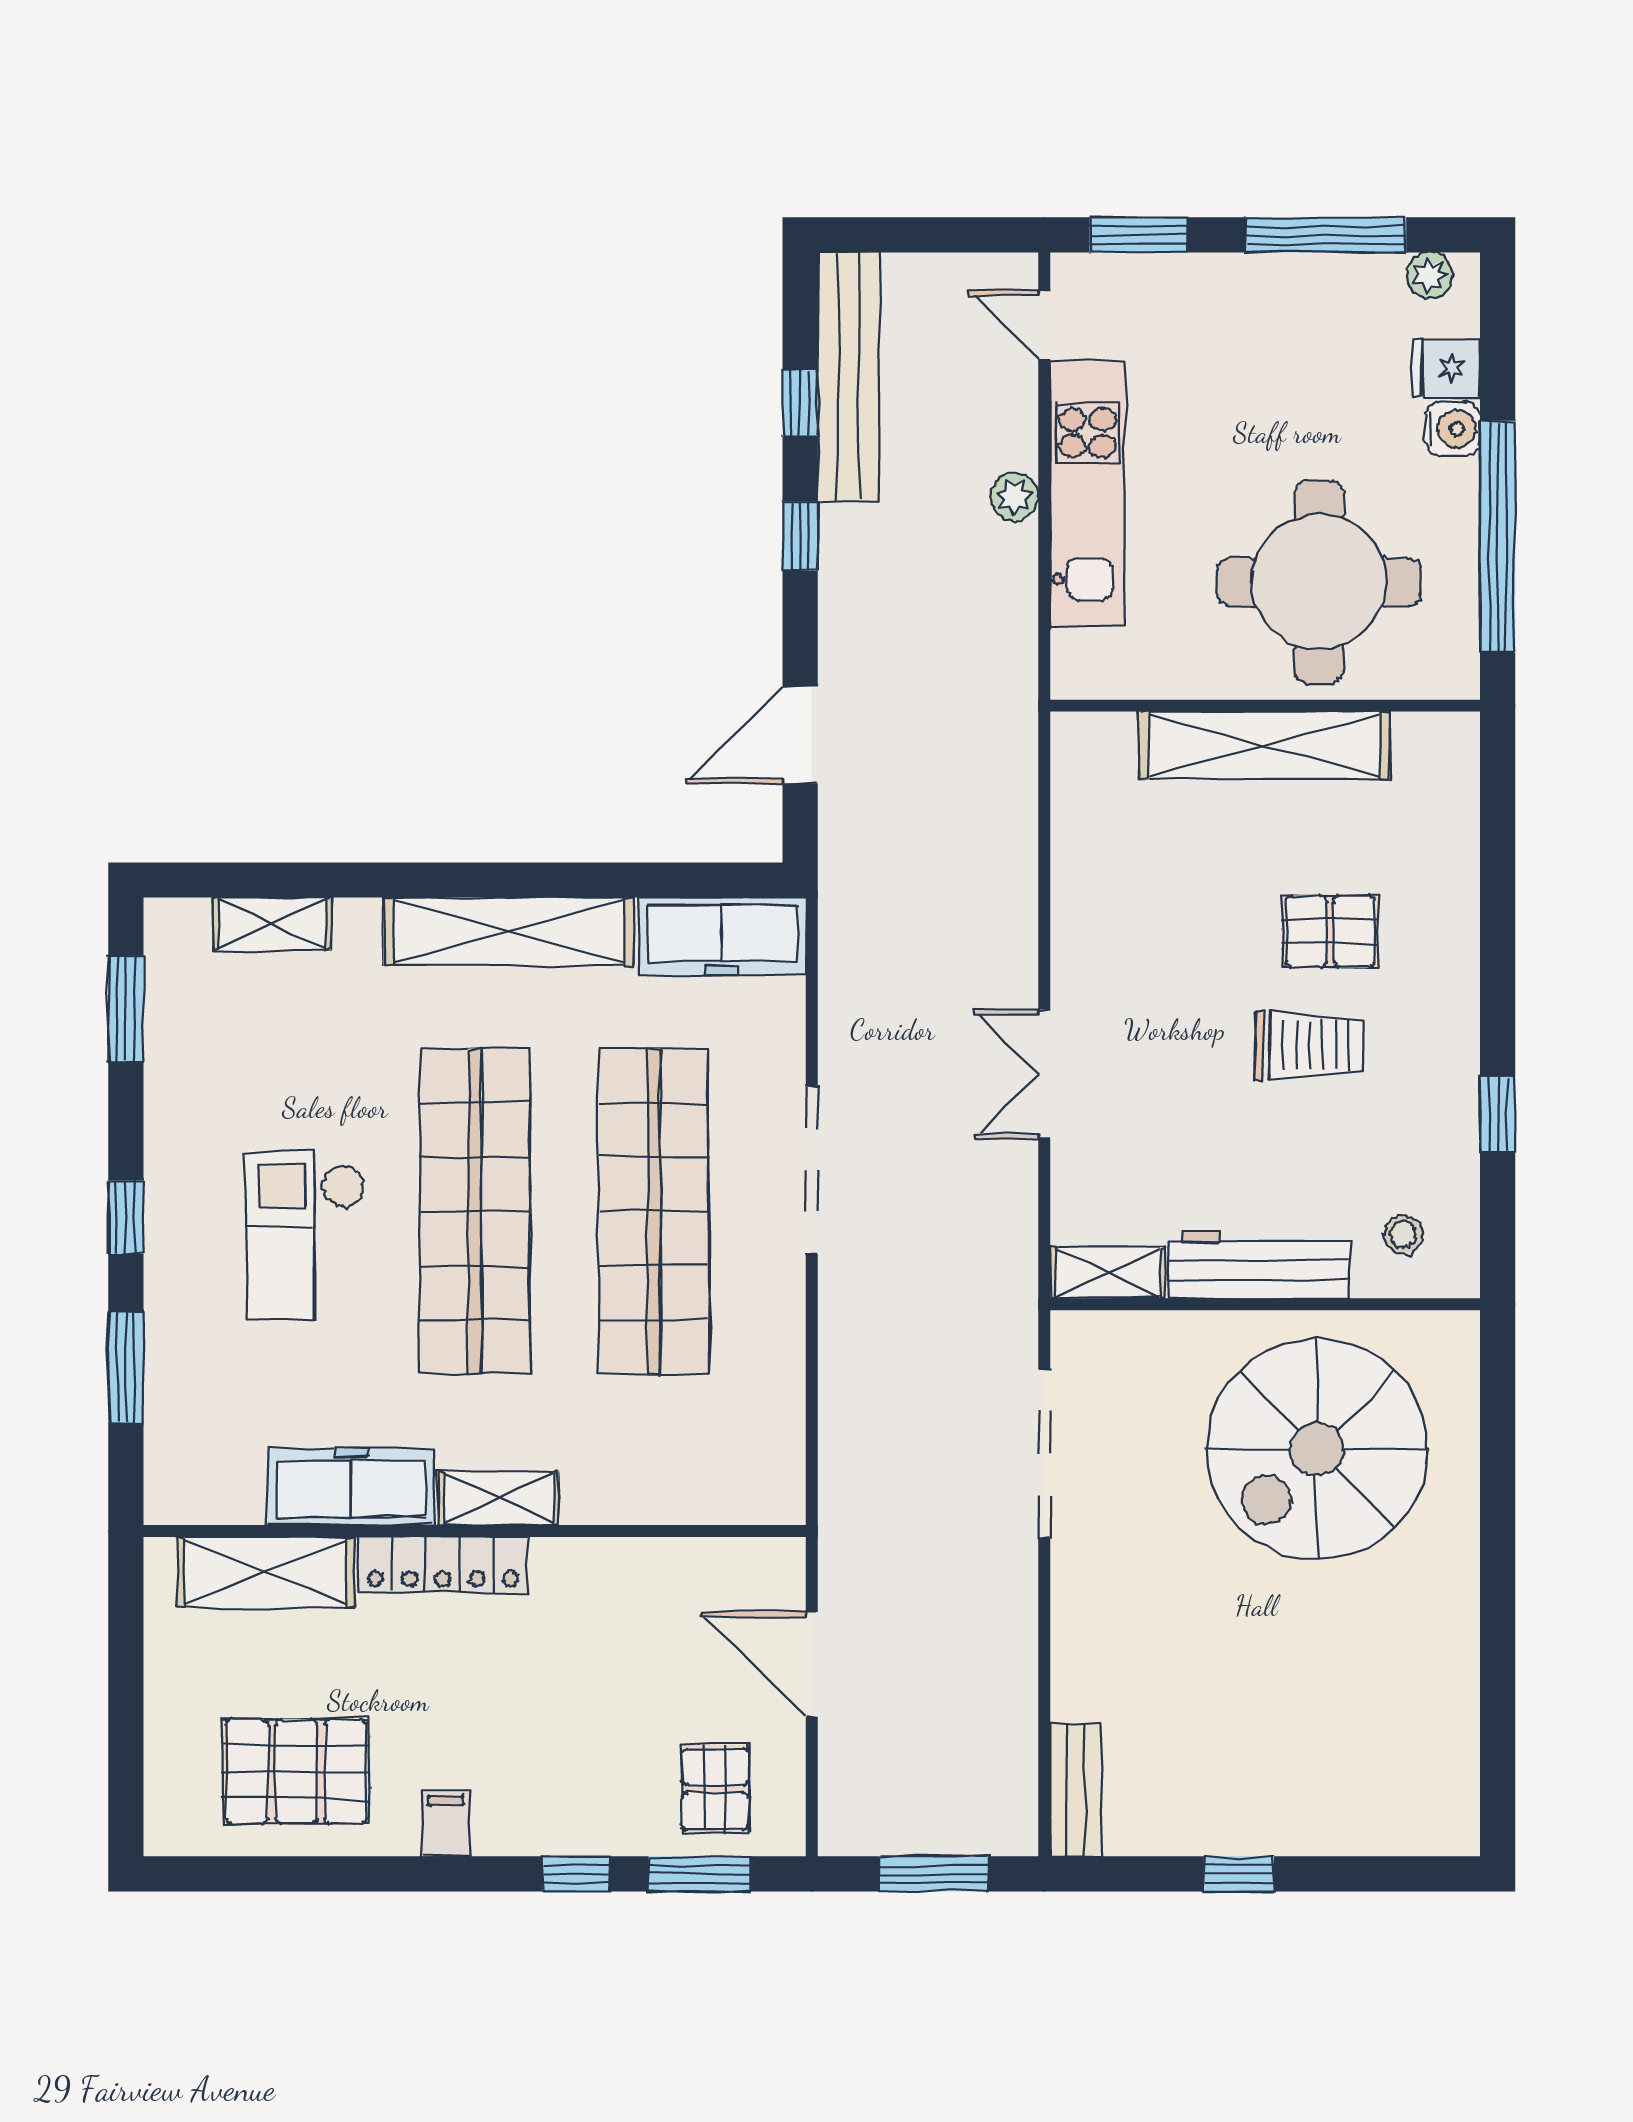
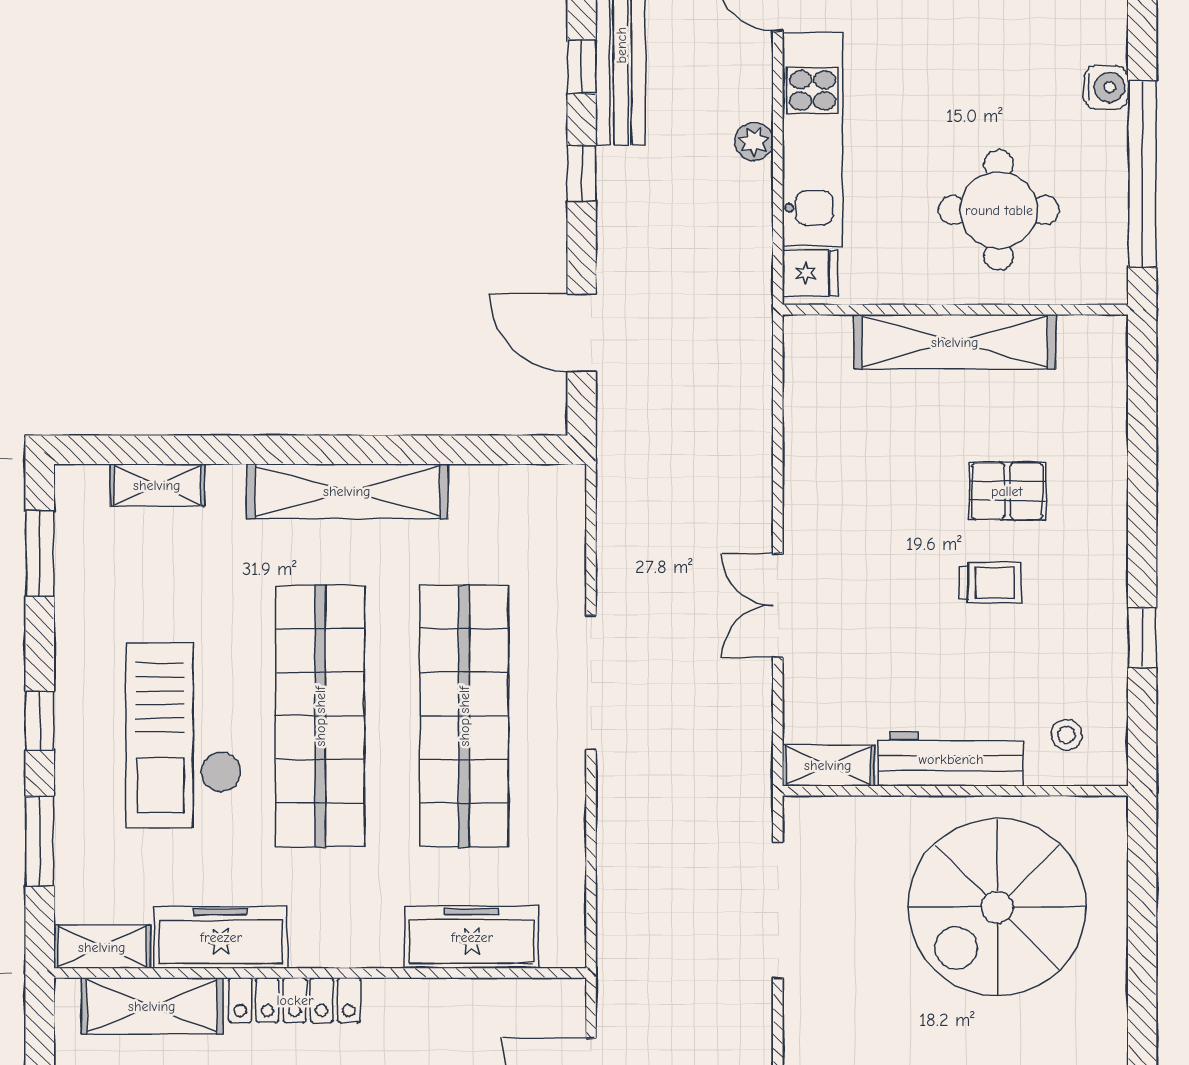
fridge: (1446, 368) -> (810, 273), moved, turned 180
round table: (1319, 582) -> (999, 210), width x0.73, depth x0.73
door: (800, 735) -> (582, 333), hinge flipped
freezer: (722, 936) -> (472, 937), moved, turned 180
trolley: (1309, 1045) -> (990, 583), width x0.73, depth x0.72
checkout: (305, 1235) -> (184, 735), width x1.36, depth x1.21
shelving: (499, 1498) -> (102, 947), moved

